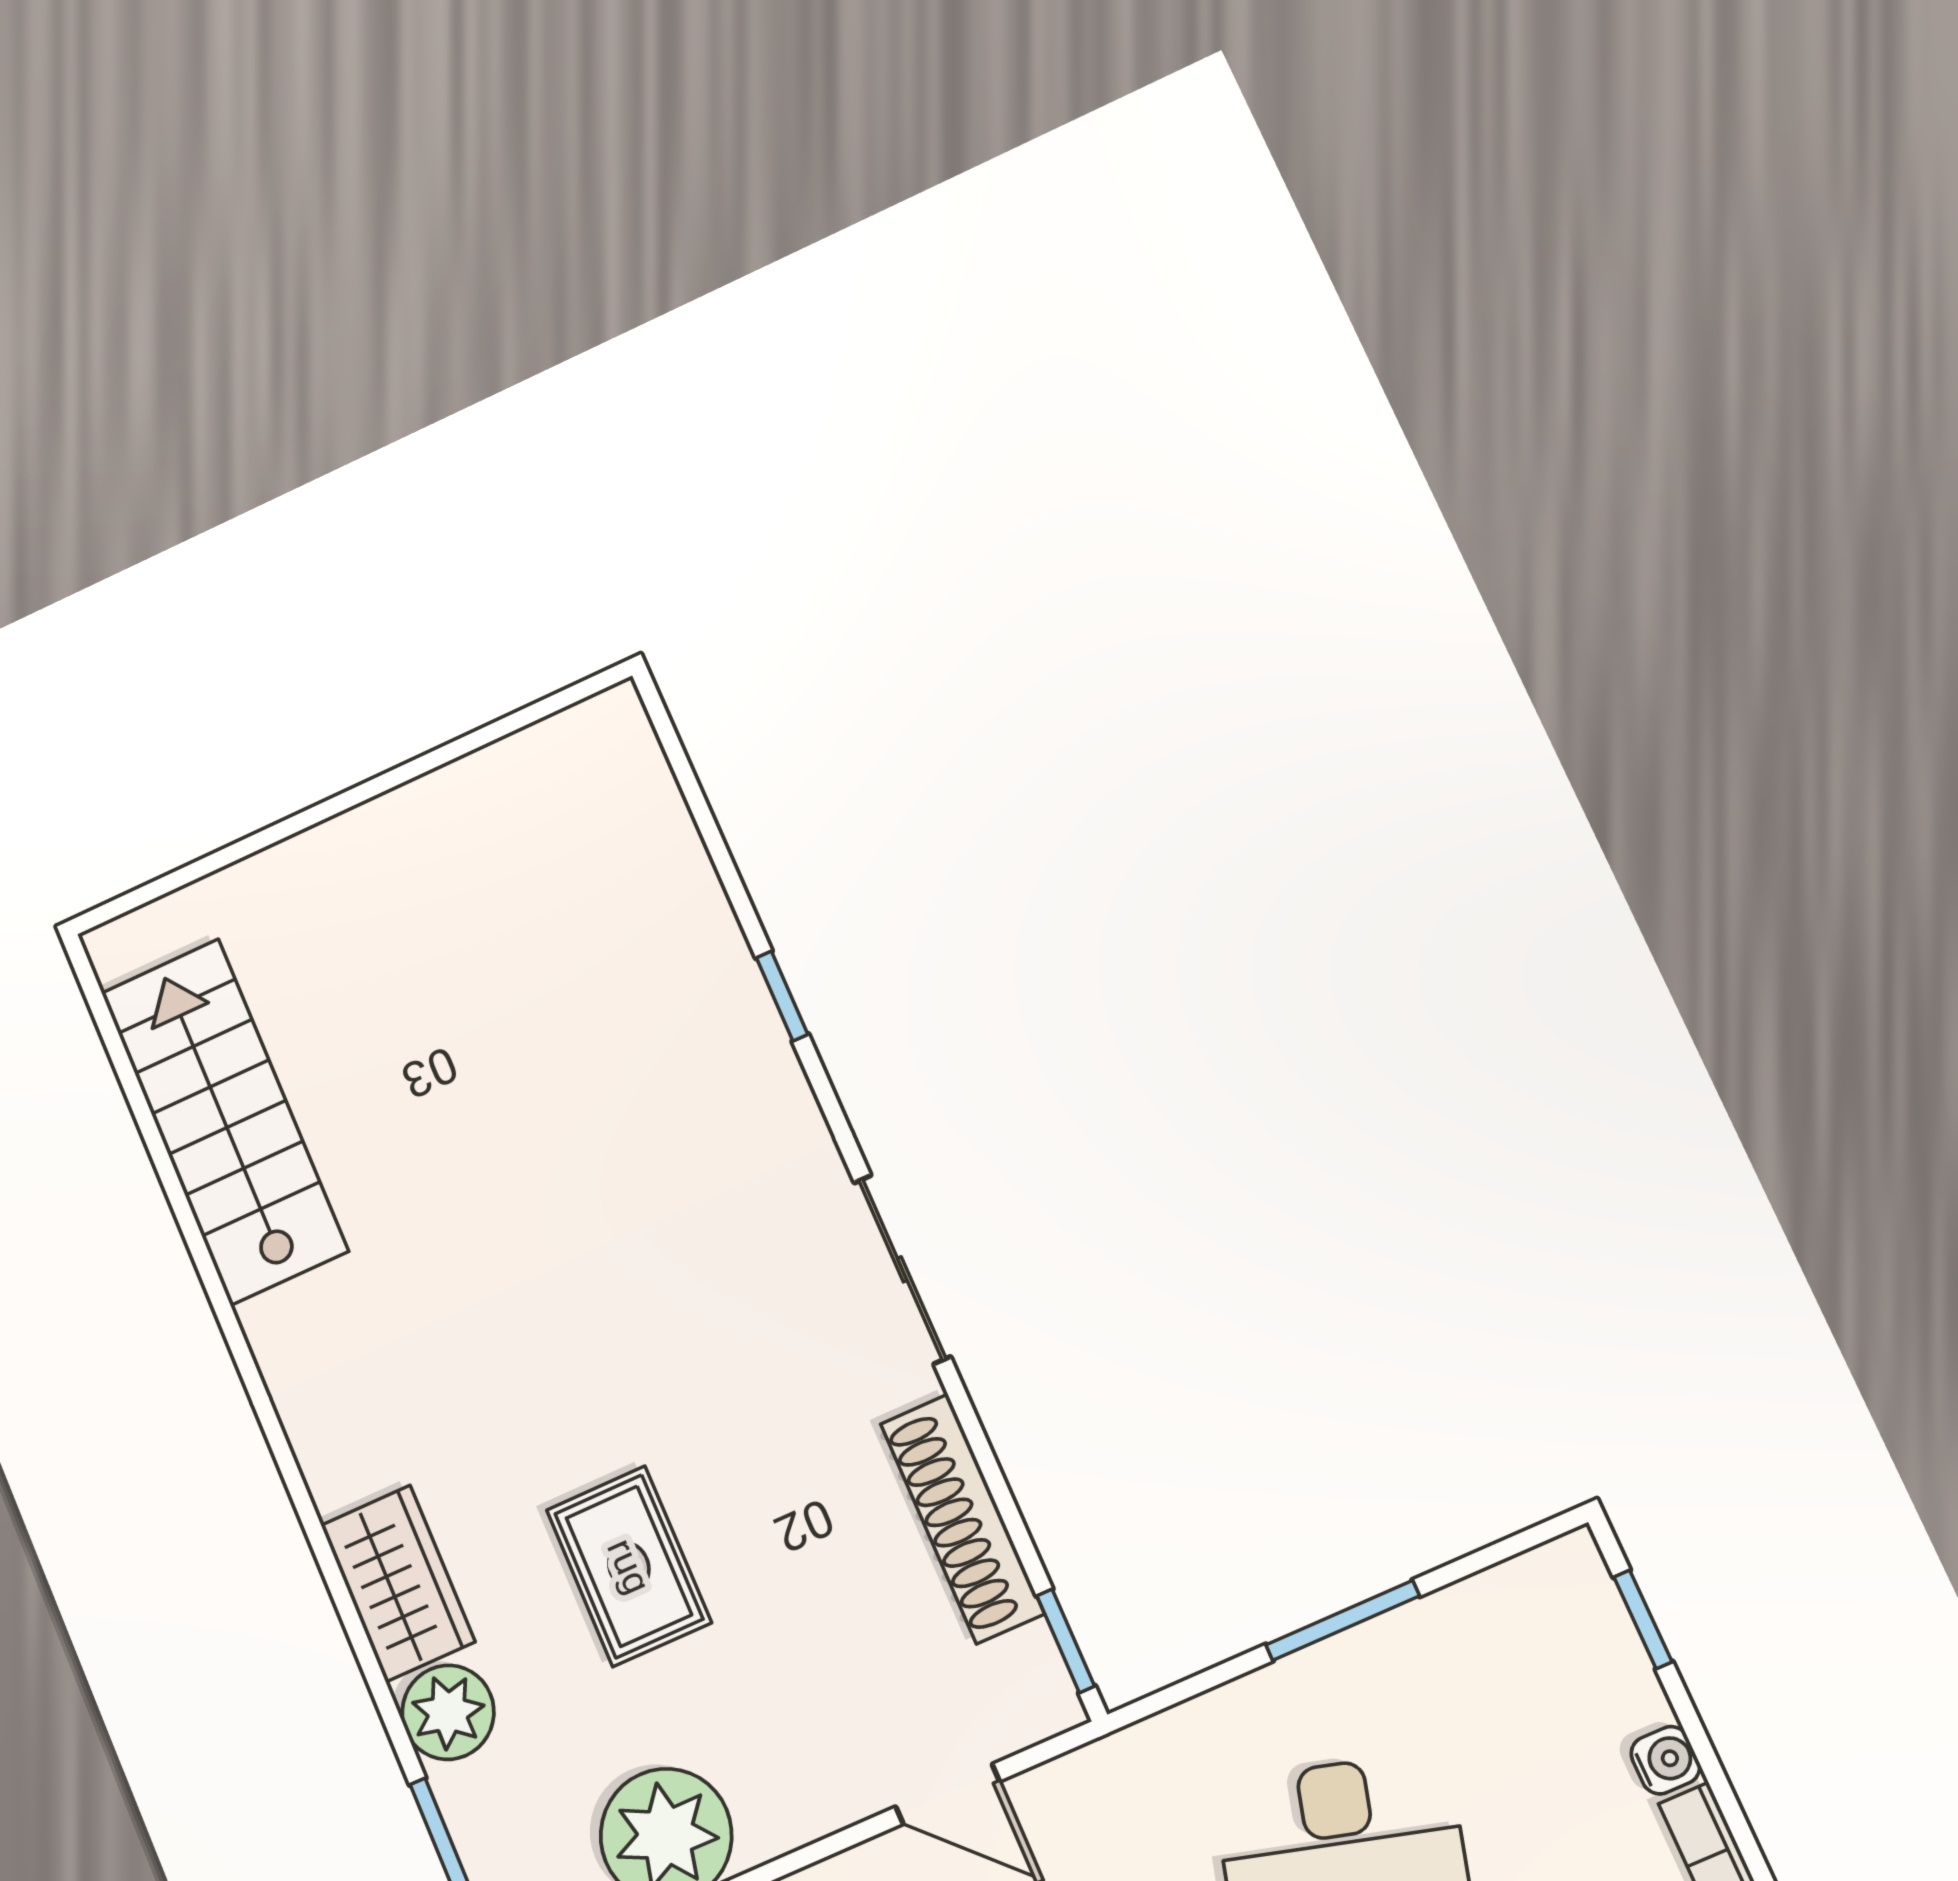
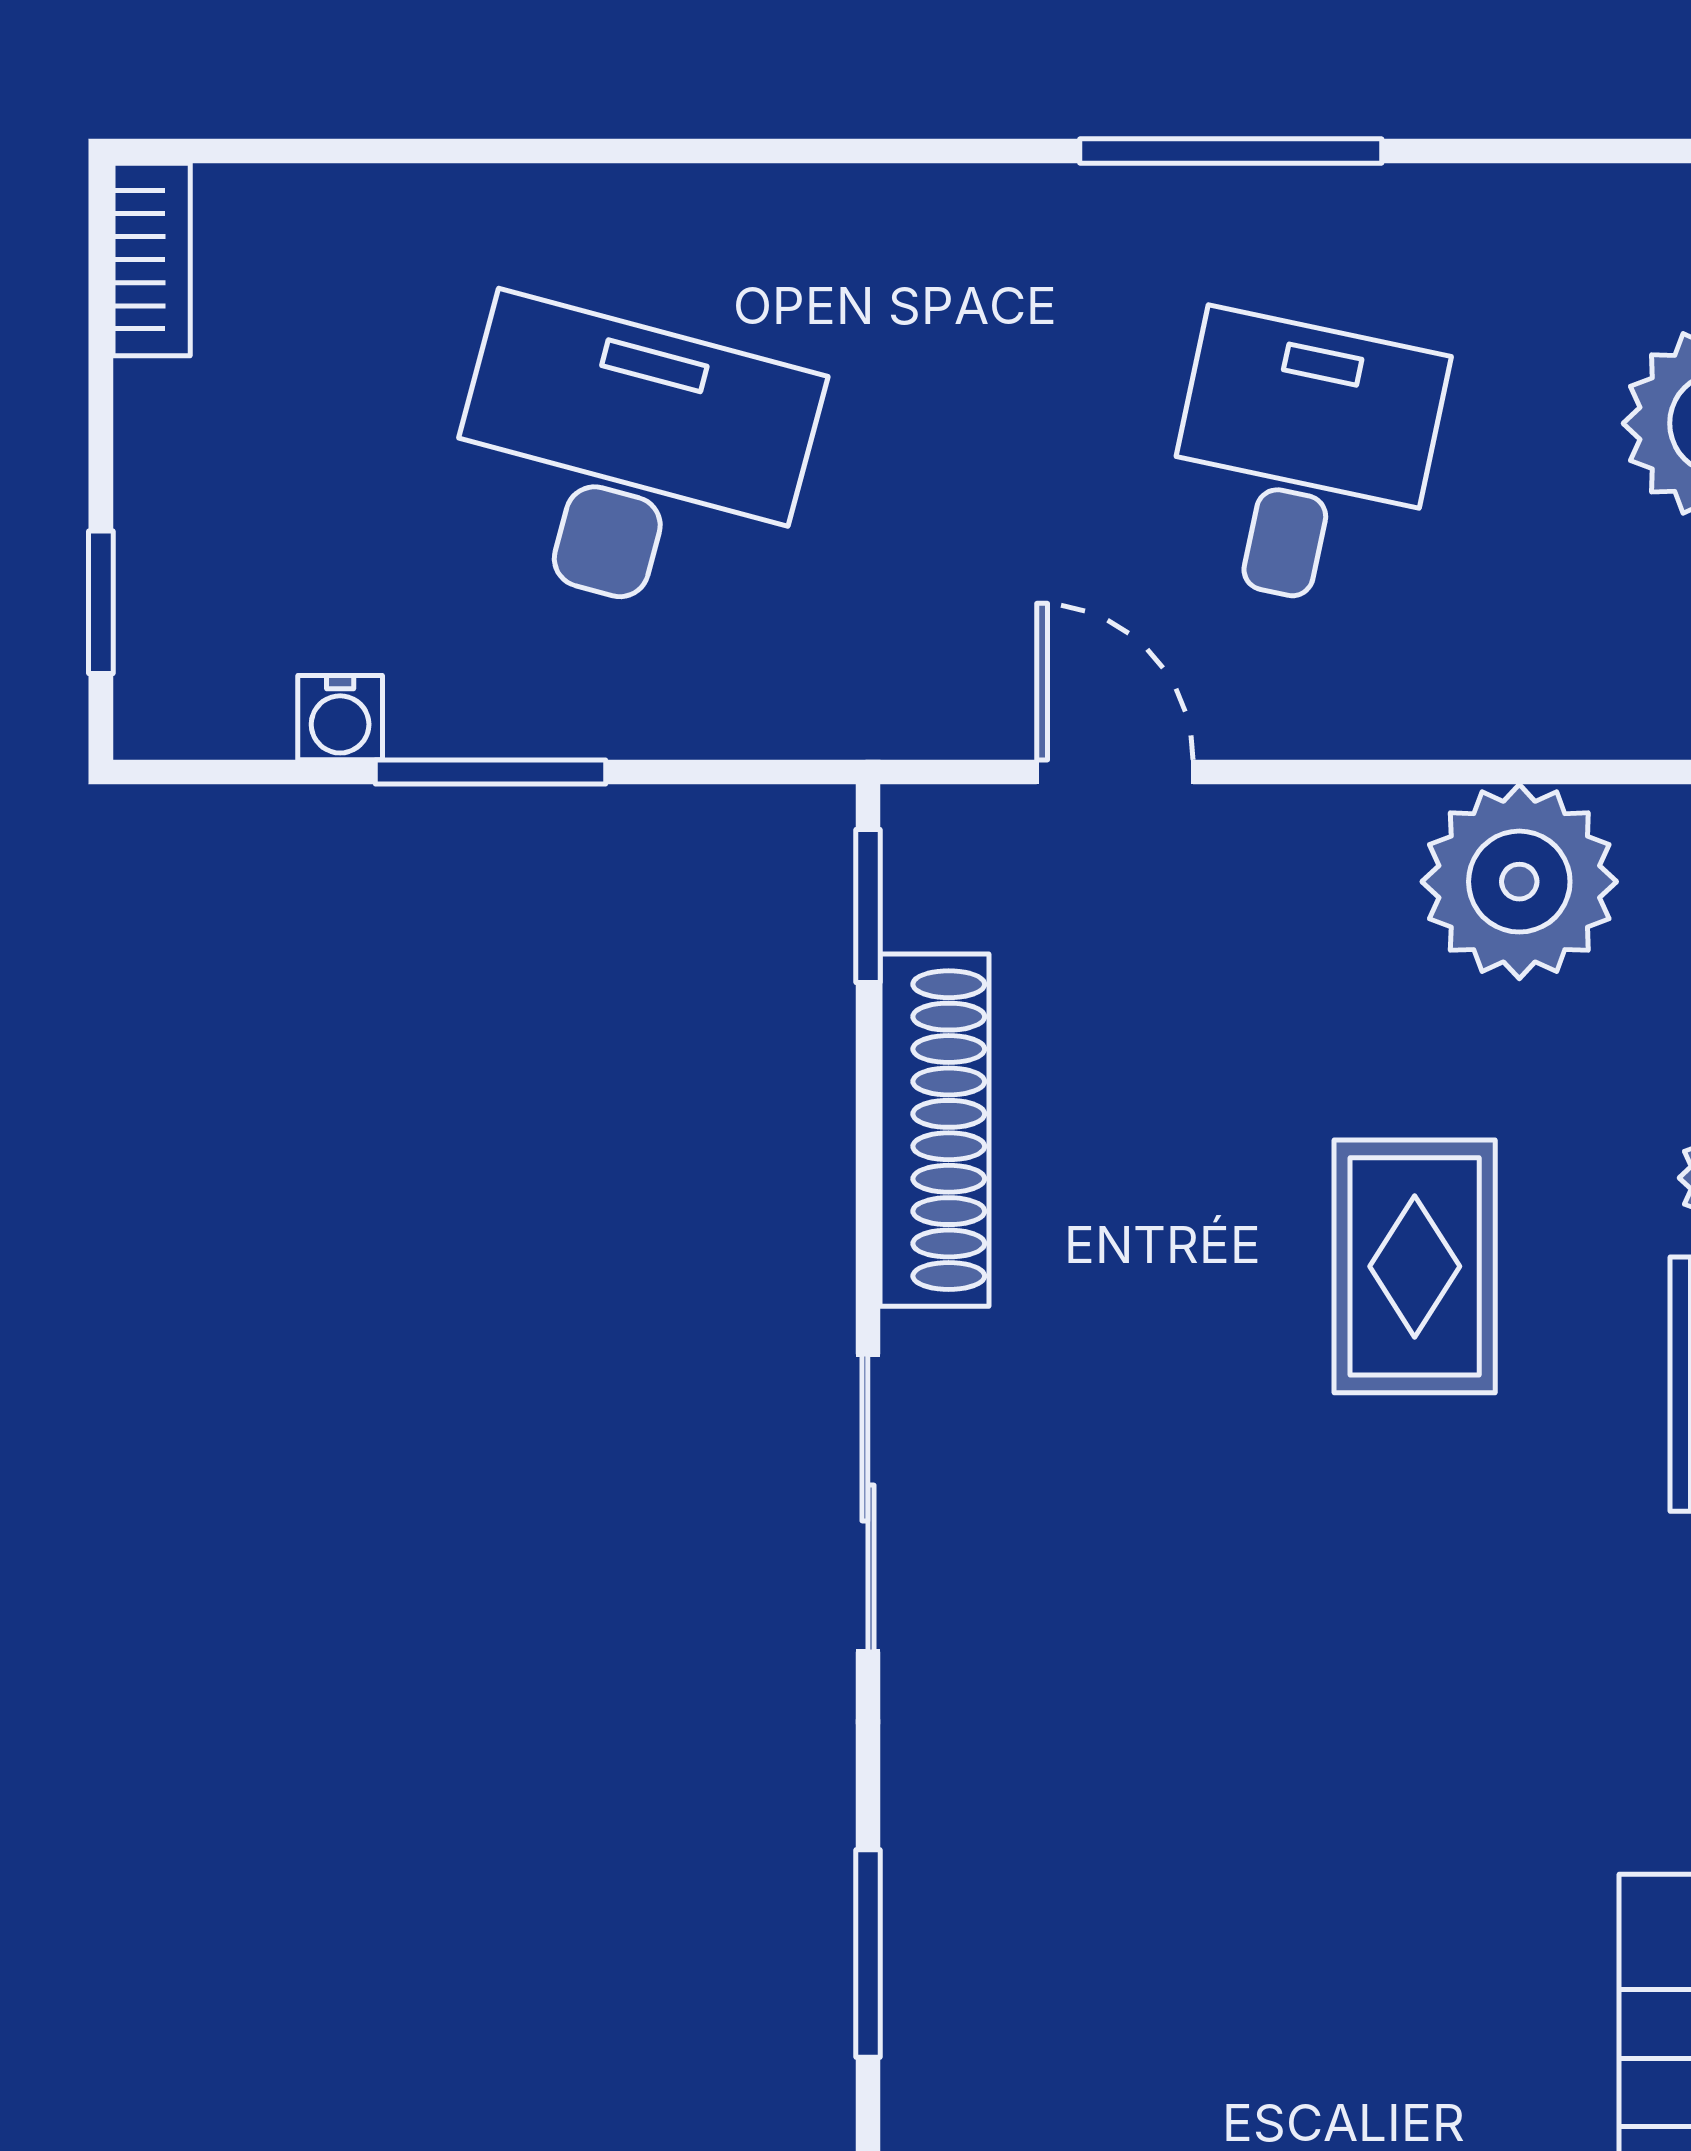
window: (782, 996) -> (868, 1954), width x1.50
water cooler: (1665, 1760) -> (340, 718), moved, turned -90

